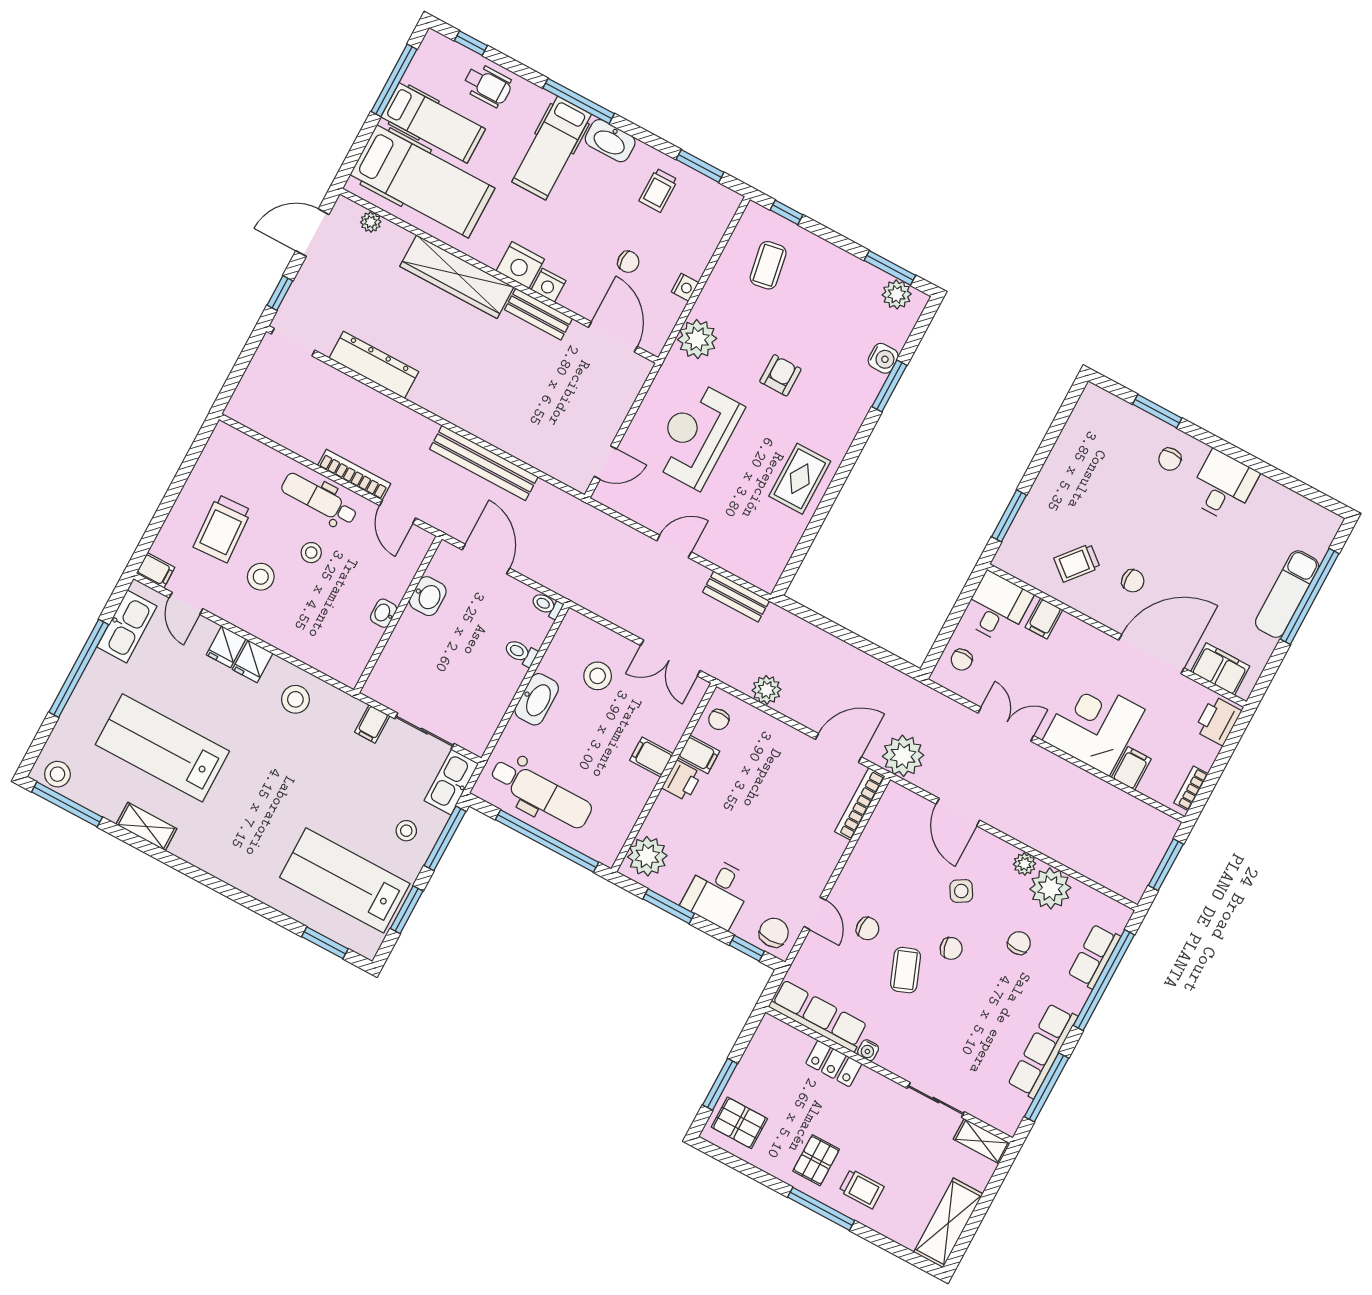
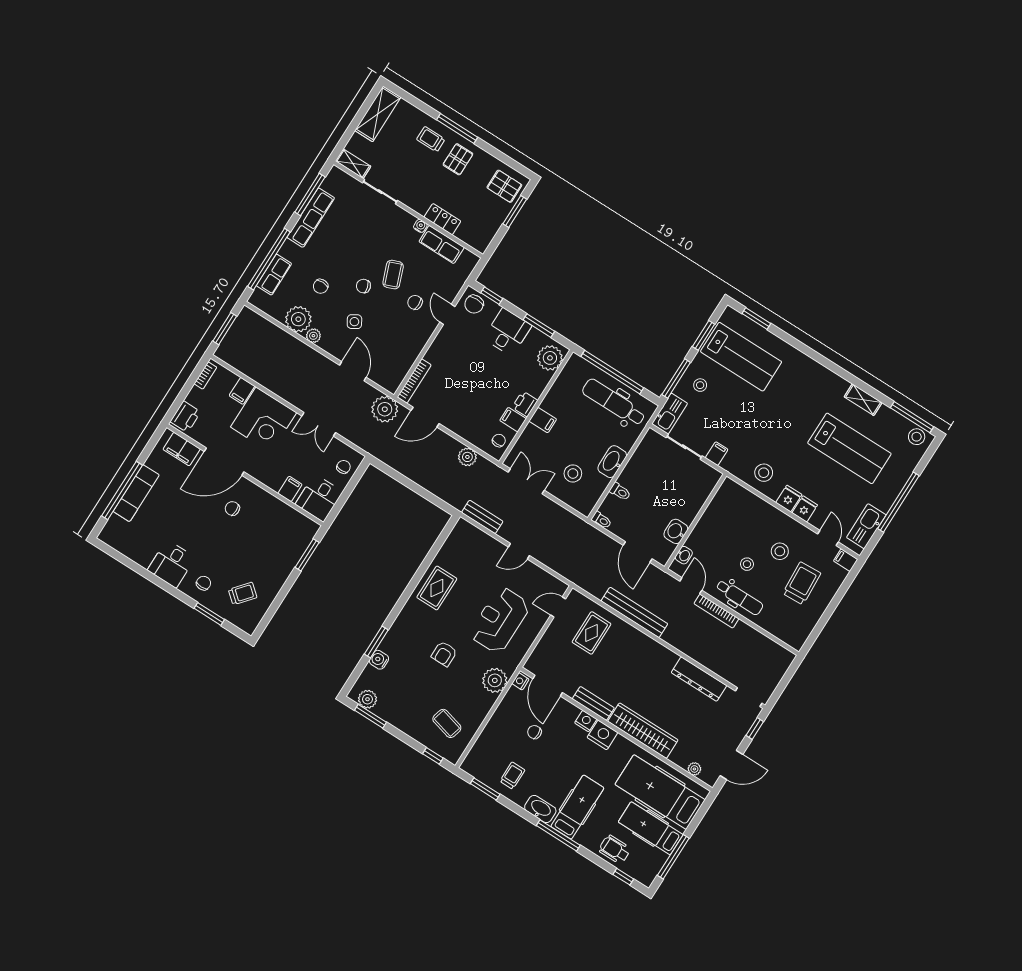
coffee table: (768, 265) -> (447, 723), turned -65
nightstand: (685, 287) -> (520, 681), moved
rug: (549, 425) -> (592, 633), added
reception desk: (696, 435) -> (500, 620), turned 180
trolley: (1077, 563) -> (243, 594), moved
washbasin: (384, 613) -> (684, 555), moved
row of seats: (818, 1016) -> (442, 244), width x0.68

